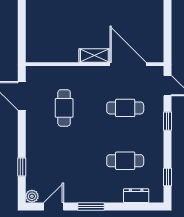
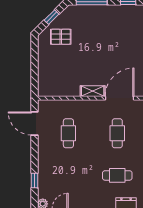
door: (128, 64) -> (120, 98), hinge flipped
cafe table: (125, 108) -> (117, 133), turned 90

